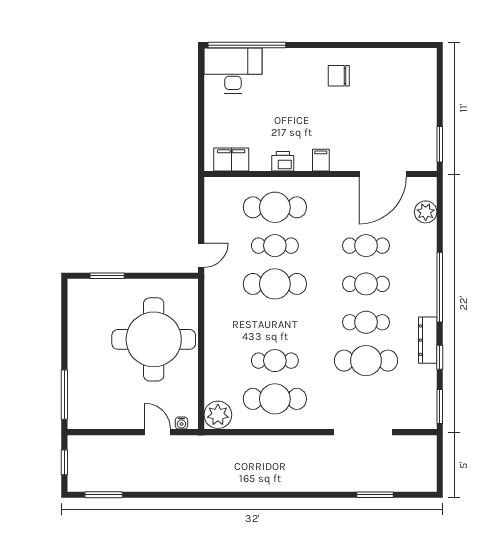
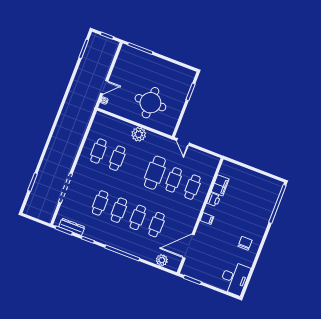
desk: (233, 71) -> (235, 278), moved
filing cabinet: (231, 159) -> (220, 185), moved
door: (383, 174) -> (189, 246), hinge flipped
cafe table: (275, 207) -> (193, 187), width x0.73, depth x0.74
round table: (154, 339) -> (150, 103), width x0.73, depth x0.73
dresser: (428, 340) -> (72, 227), moved
cafe table: (366, 361) -> (100, 203), width x0.73, depth x0.74
cafe table: (275, 399) -> (98, 151), width x0.73, depth x0.74
plant: (218, 415) -> (139, 134), moved

